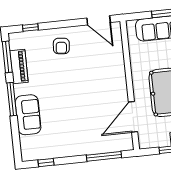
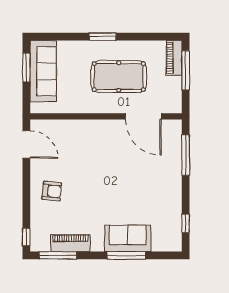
door: (99, 20) -> (26, 144), hinge flipped
window: (30, 27) -> (26, 237), moved
window: (12, 99) -> (126, 255), moved

